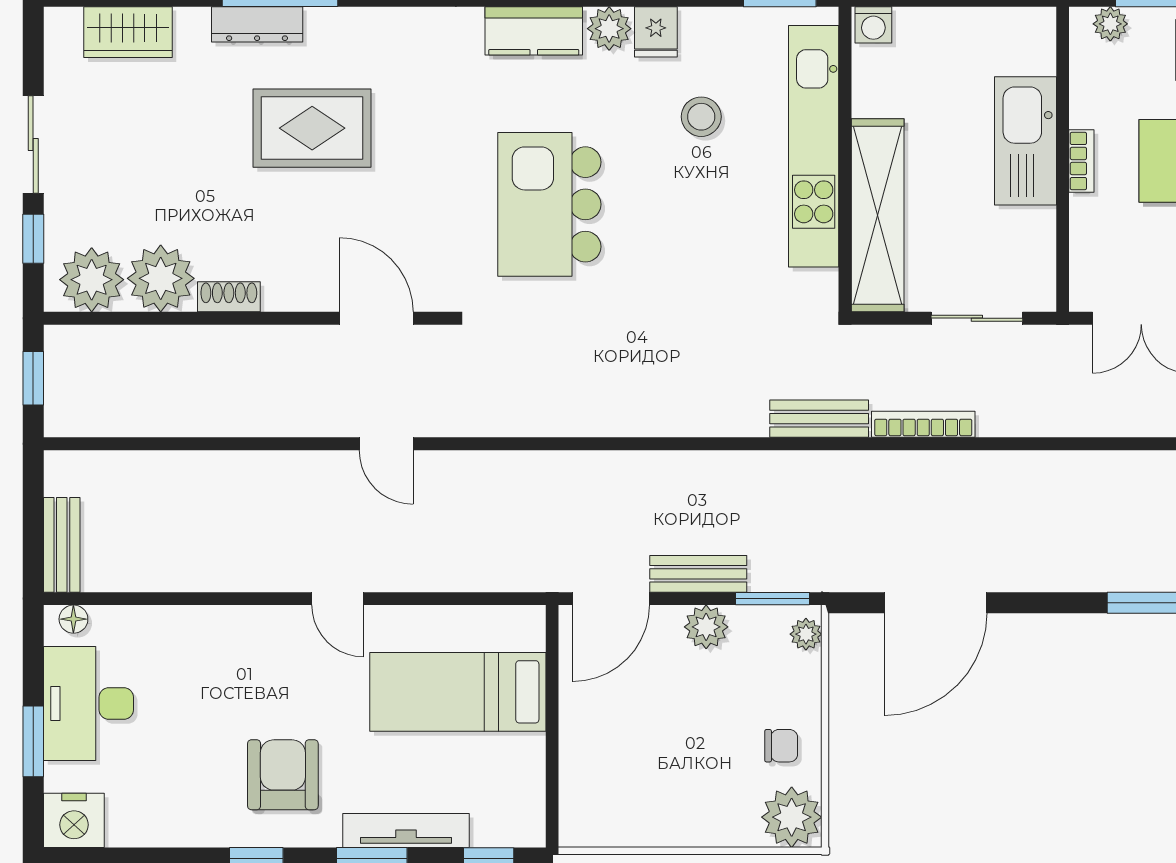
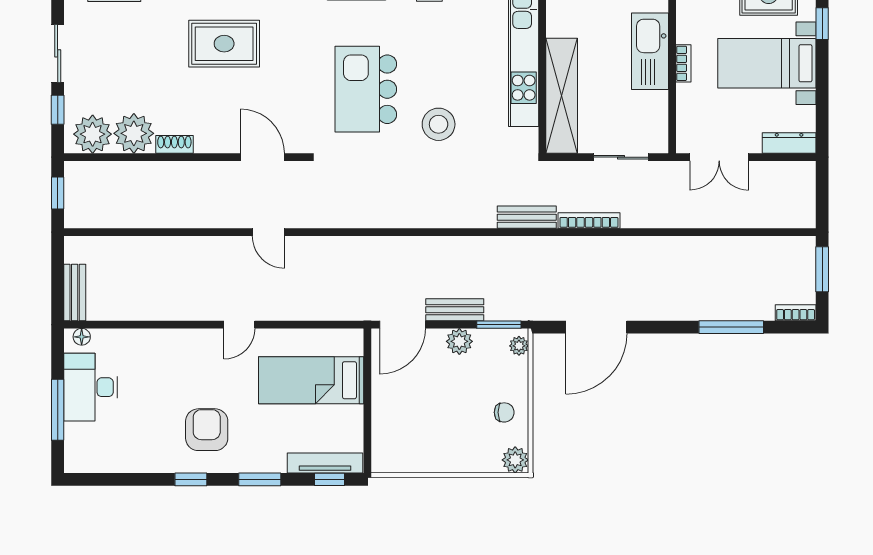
stool: (701, 117) -> (439, 124), moved, width x1.38, depth x1.38
door: (338, 599) -> (239, 325), hinge flipped
window: (33, 741) -> (58, 410), width x1.44
plant: (792, 817) -> (515, 460), width x0.73, depth x0.73
nightstand: (74, 820) -> (82, 457), removed
tv unit: (406, 830) -> (325, 463), moved

